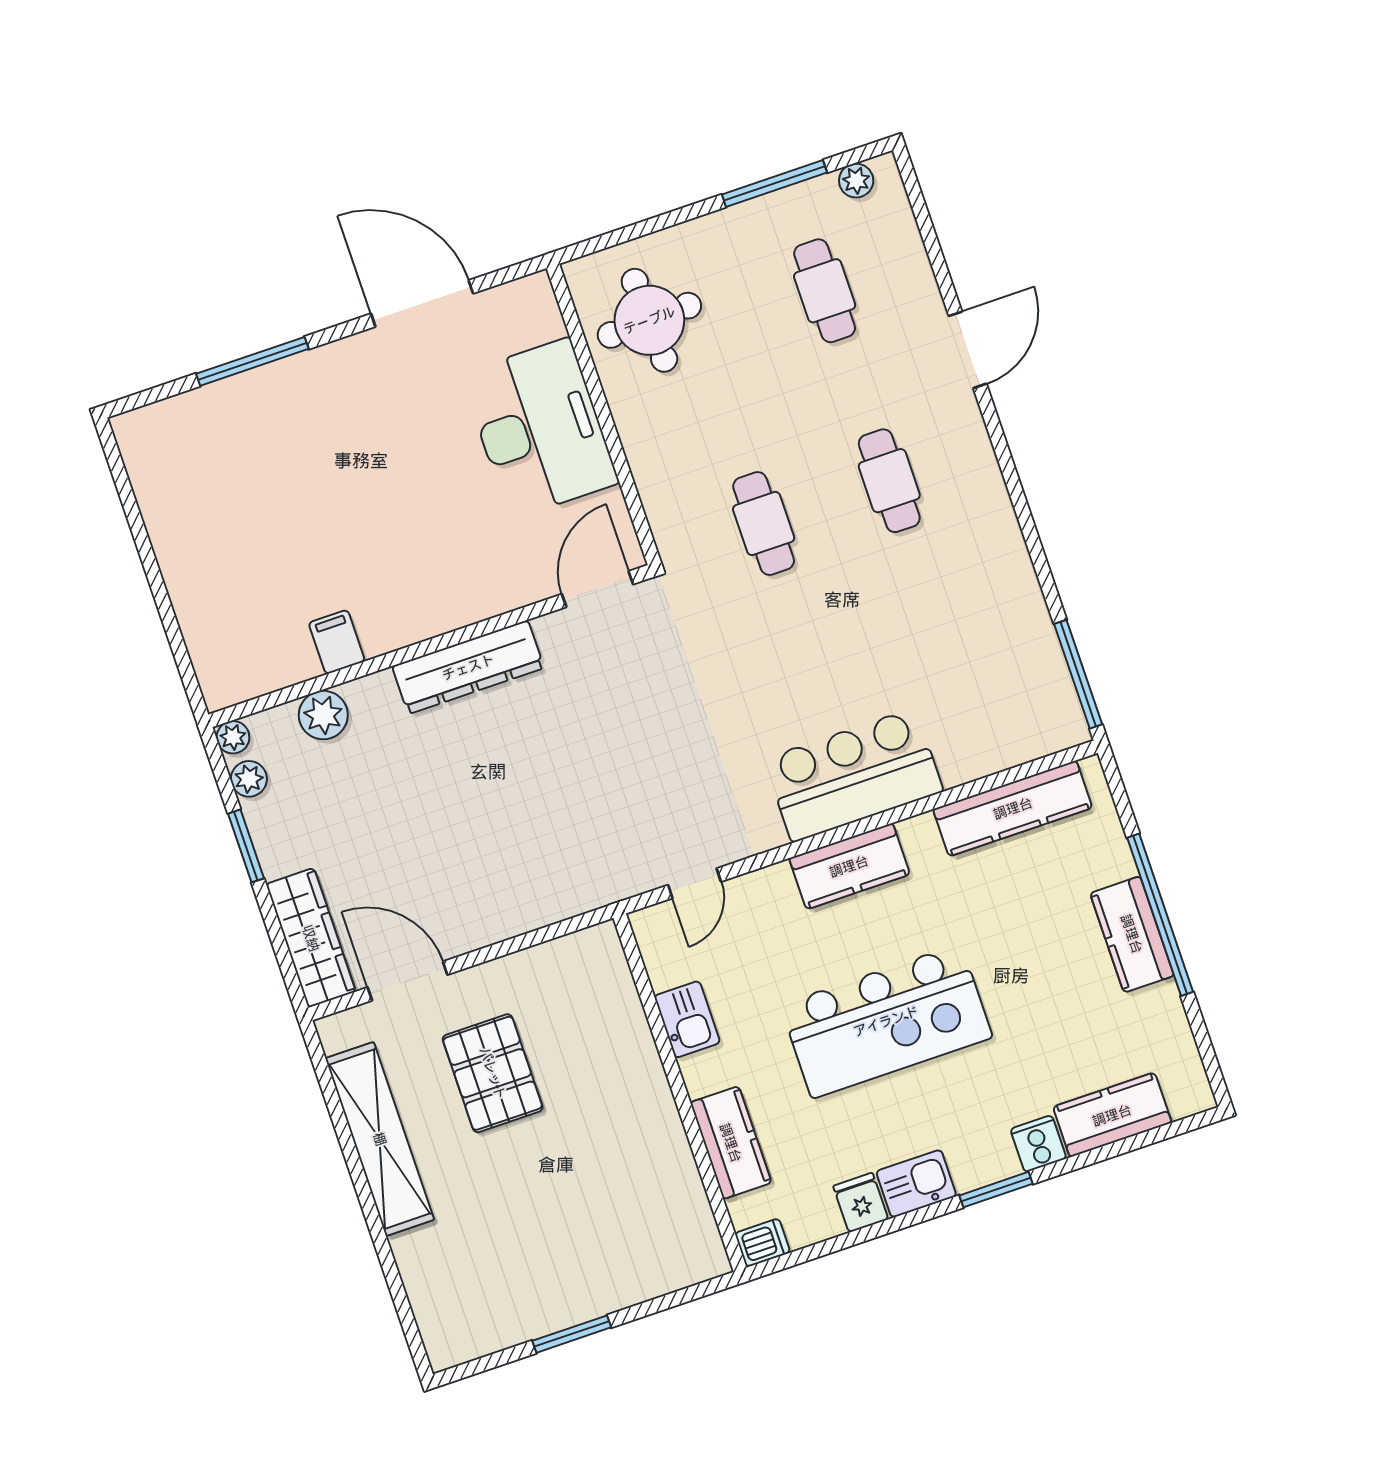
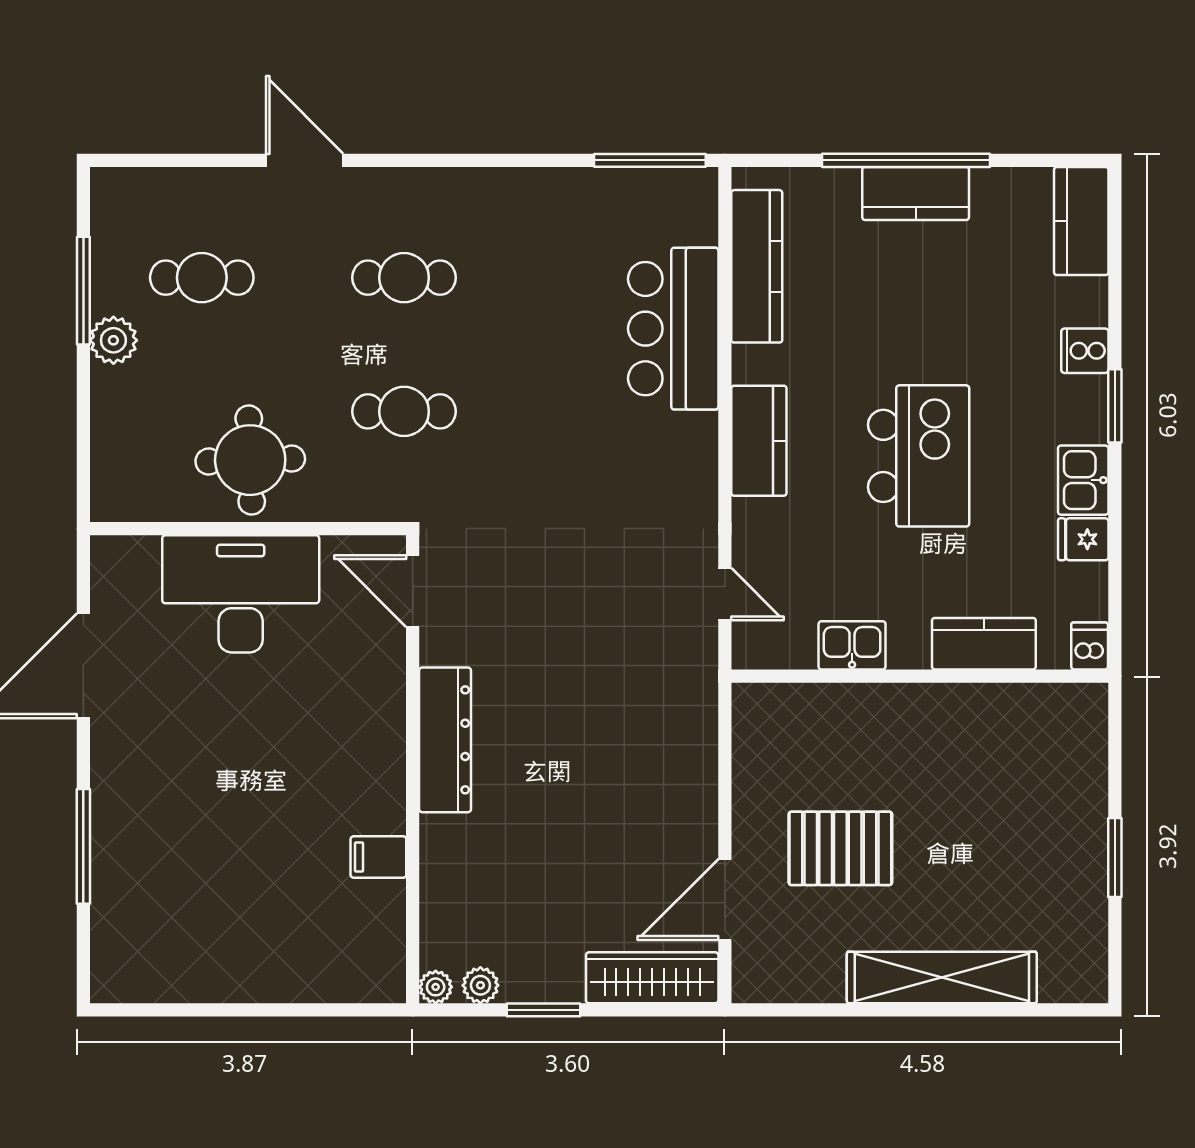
plant: (856, 181) -> (113, 340), moved, width x1.38, depth x1.38
round table: (649, 320) -> (250, 460), moved
plant: (323, 715) -> (444, 894), removed
bar counter: (854, 775) -> (673, 329), moved
kitchen island: (886, 1021) -> (919, 456), width x0.73
kitchen counter: (1112, 1115) -> (1081, 221), moved
shelving: (380, 1139) -> (942, 977), moved

